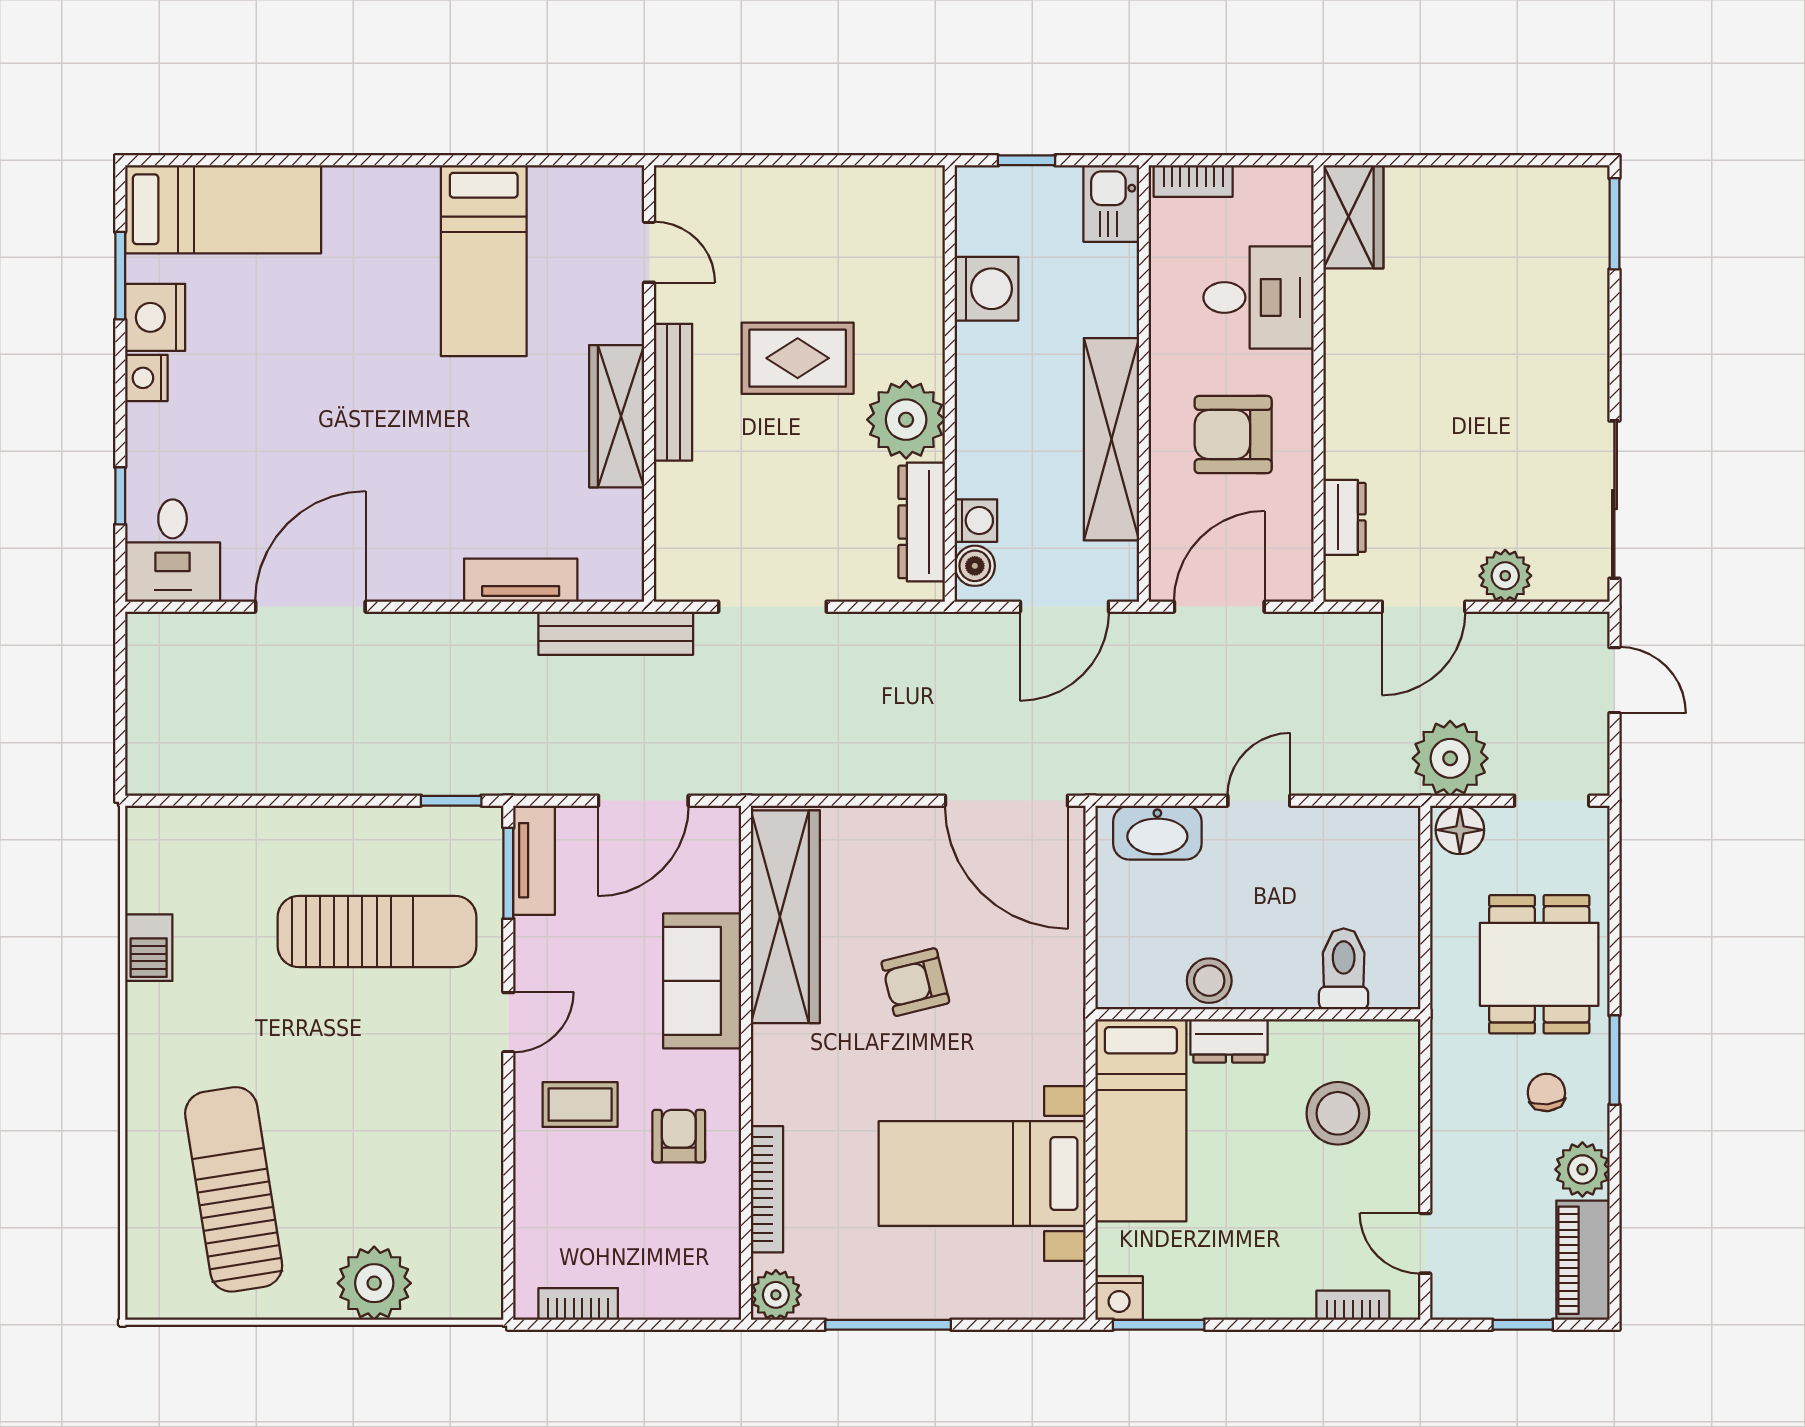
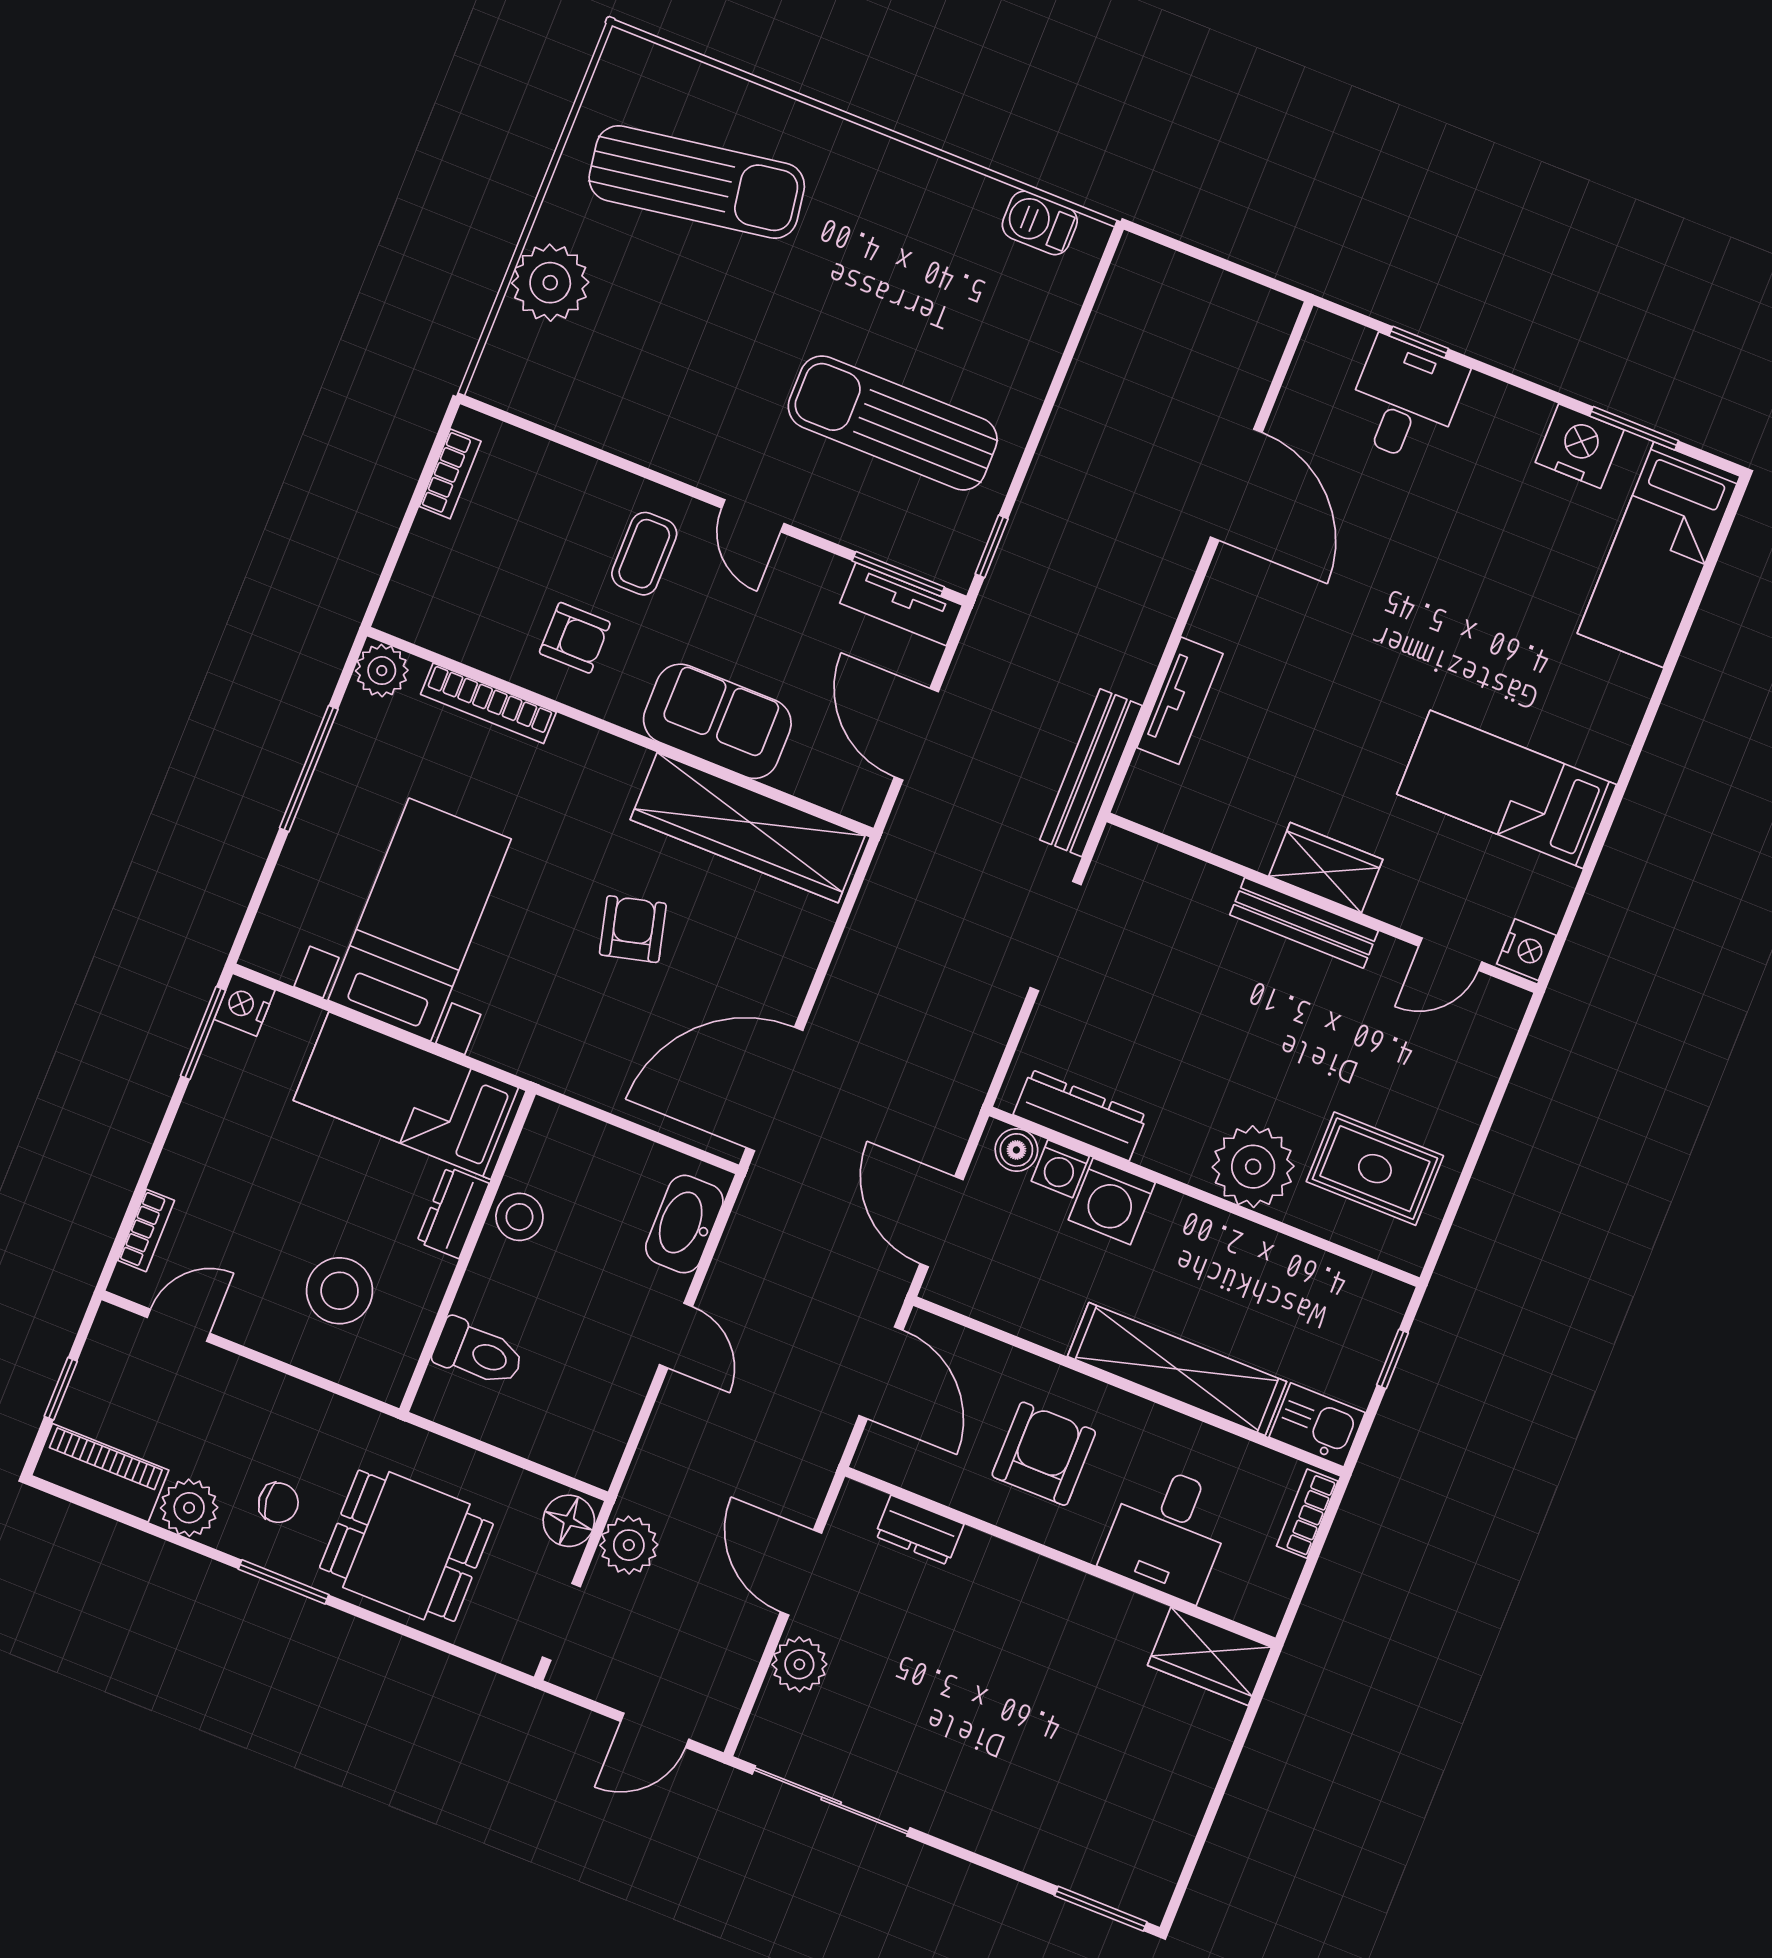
washing machine: (986, 289) -> (1112, 1201), moved
rug: (798, 358) -> (1375, 1169), moved, turned 90
nightstand: (146, 378) -> (1527, 950), moved, turned 90
wardrobe: (617, 416) -> (1326, 868), width x0.67
plant: (906, 420) -> (1253, 1167), moved
shelving: (1111, 439) -> (1177, 1369), moved
desk: (173, 551) -> (1405, 400), moved, turned 90
plant: (1450, 758) -> (629, 1545), width x0.73, depth x0.73
sun lounger: (377, 931) -> (893, 423), turned 90
barbecue: (149, 948) -> (1040, 223), moved

